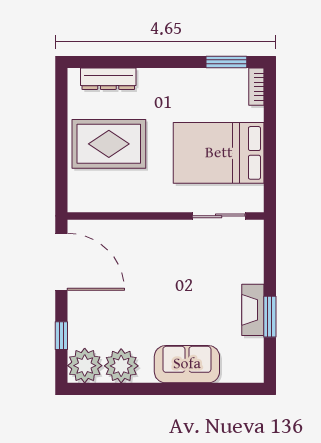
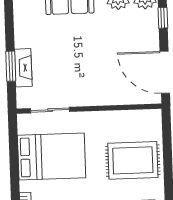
fireplace: (253, 310) -> (23, 68), moved
window: (270, 317) -> (11, 66), moved

